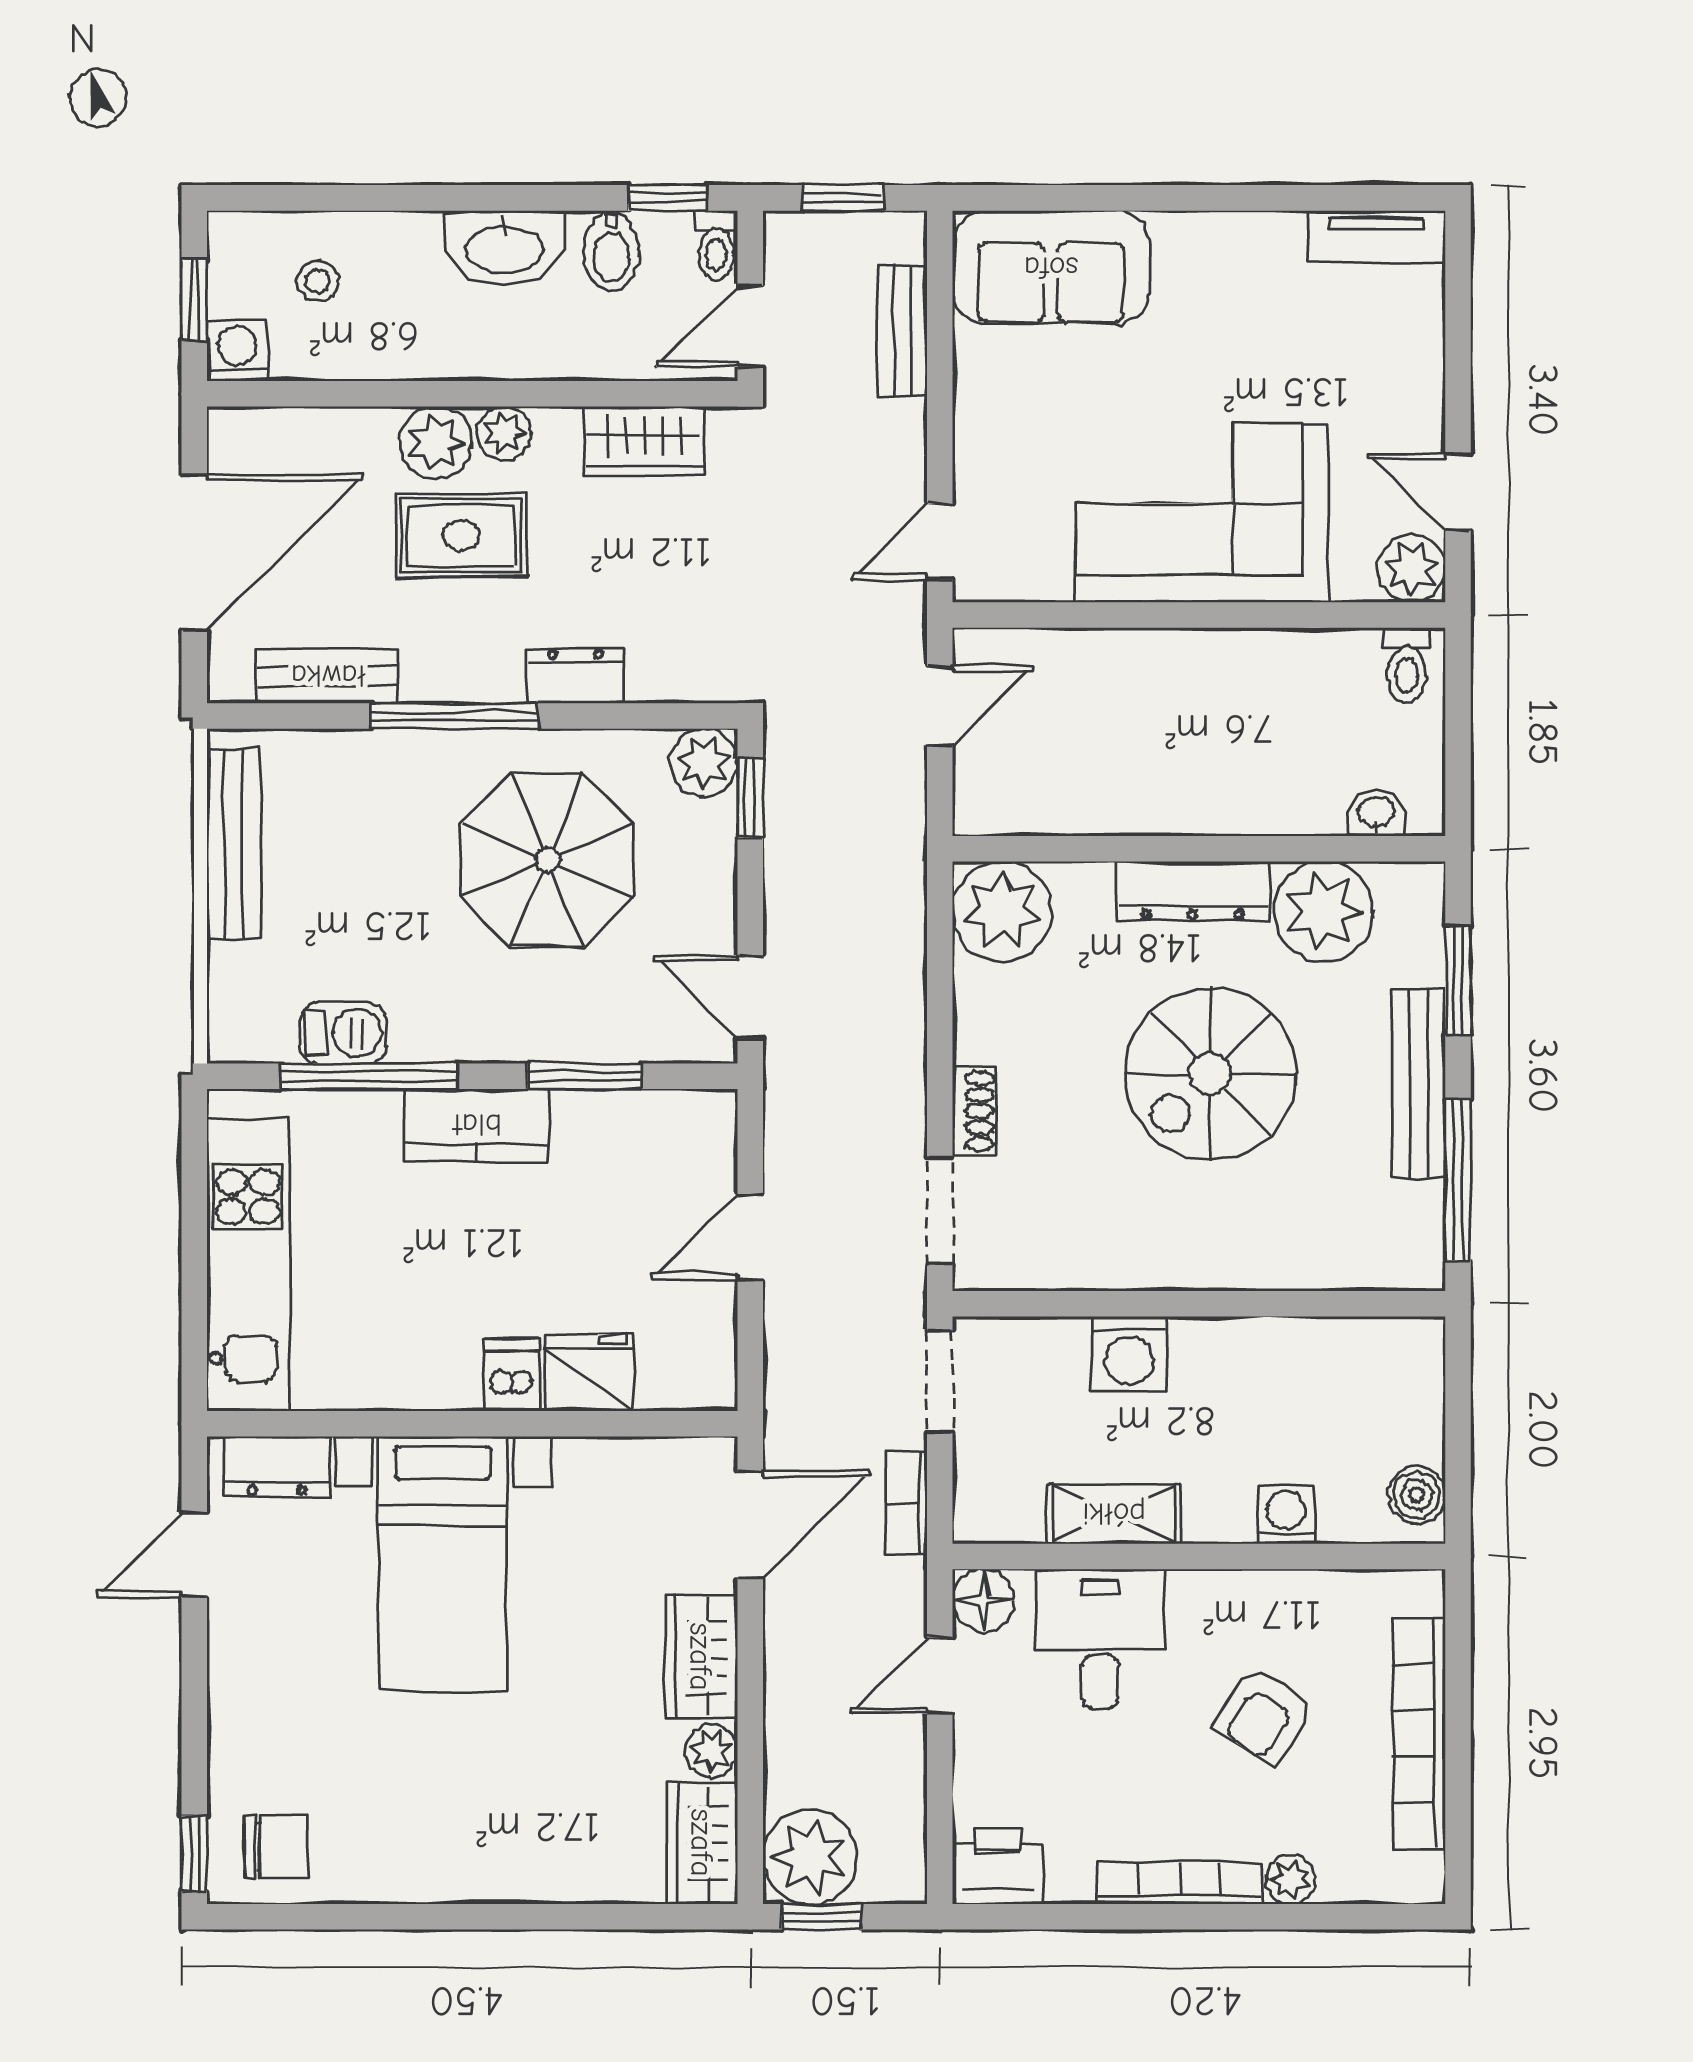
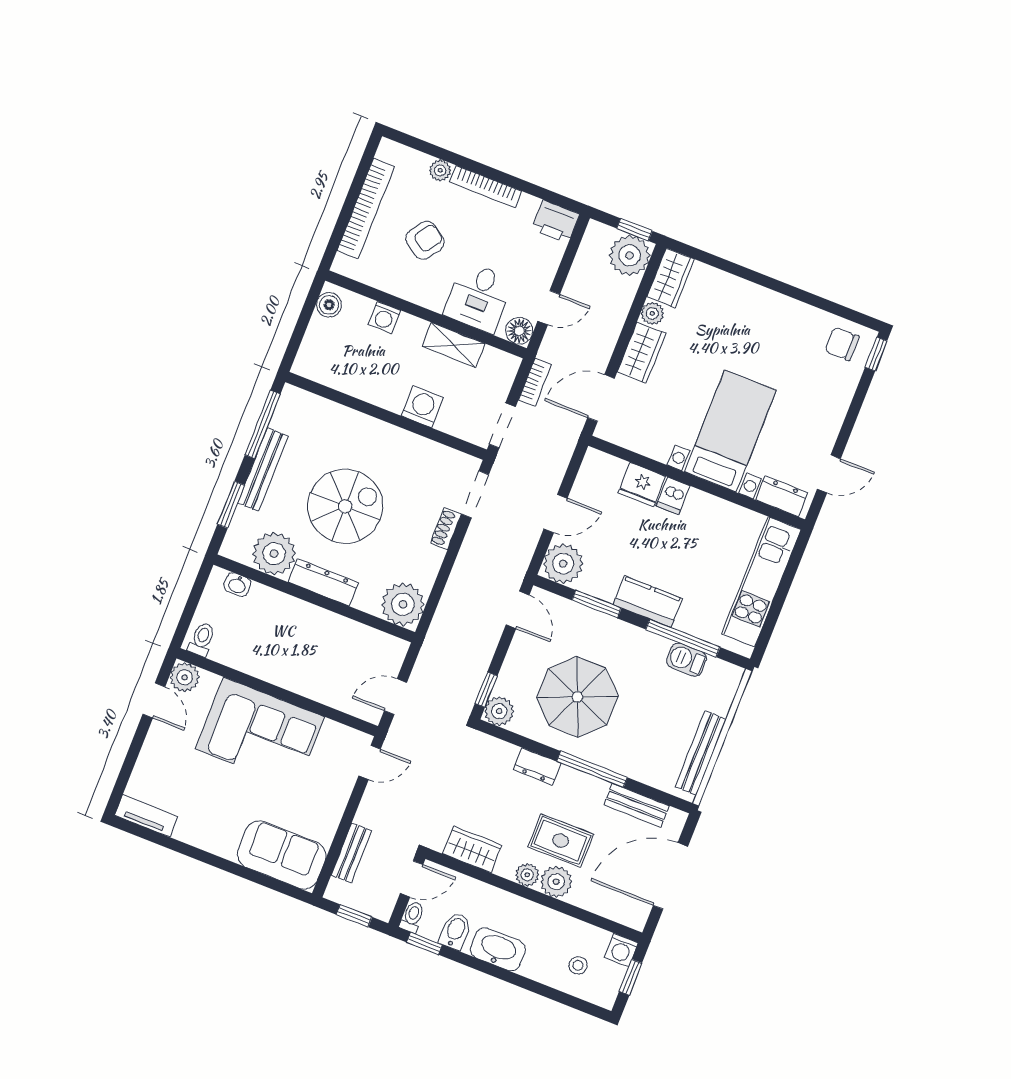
plant: (691, 1135) -> (563, 564), added

